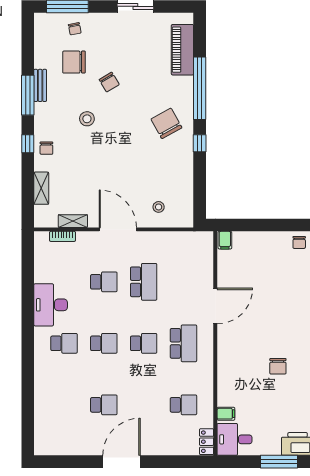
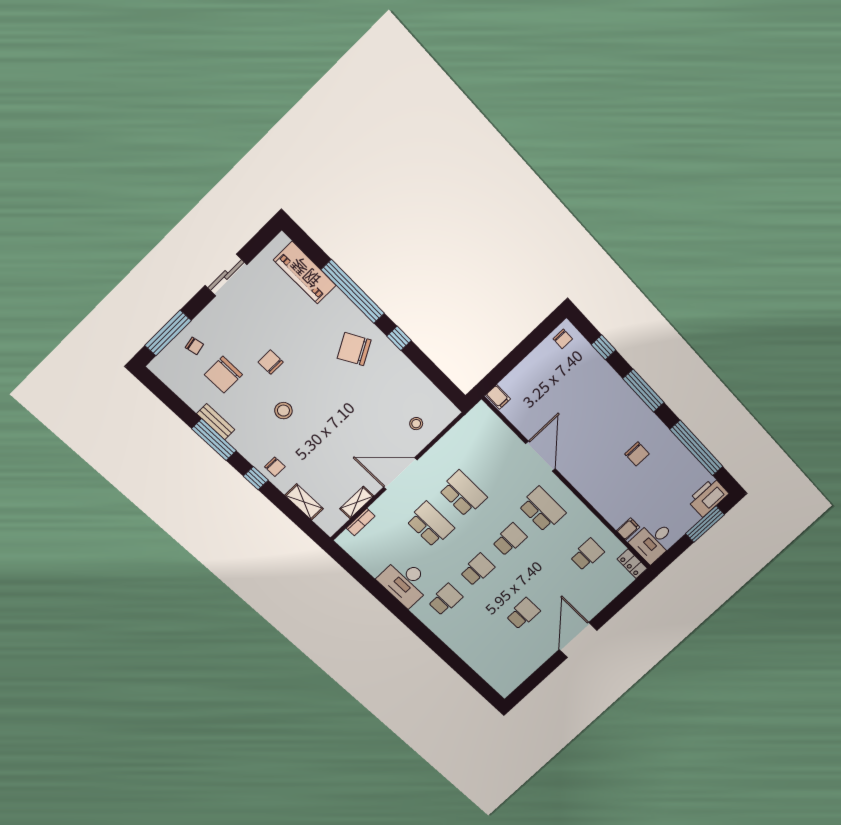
chair: (109, 82) -> (271, 362), turned -149
school desk: (104, 282) -> (430, 524), width x1.85

